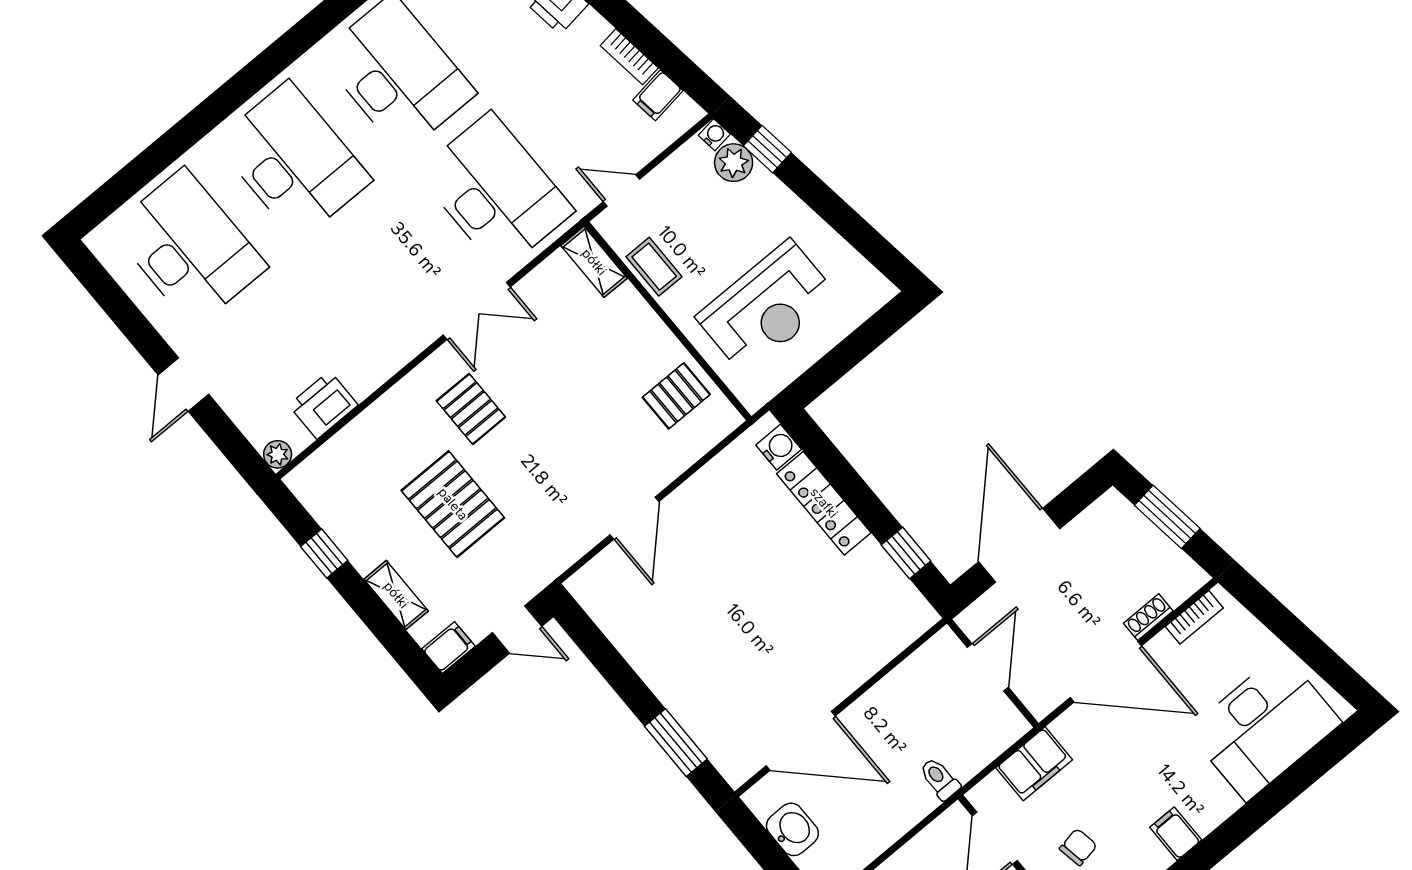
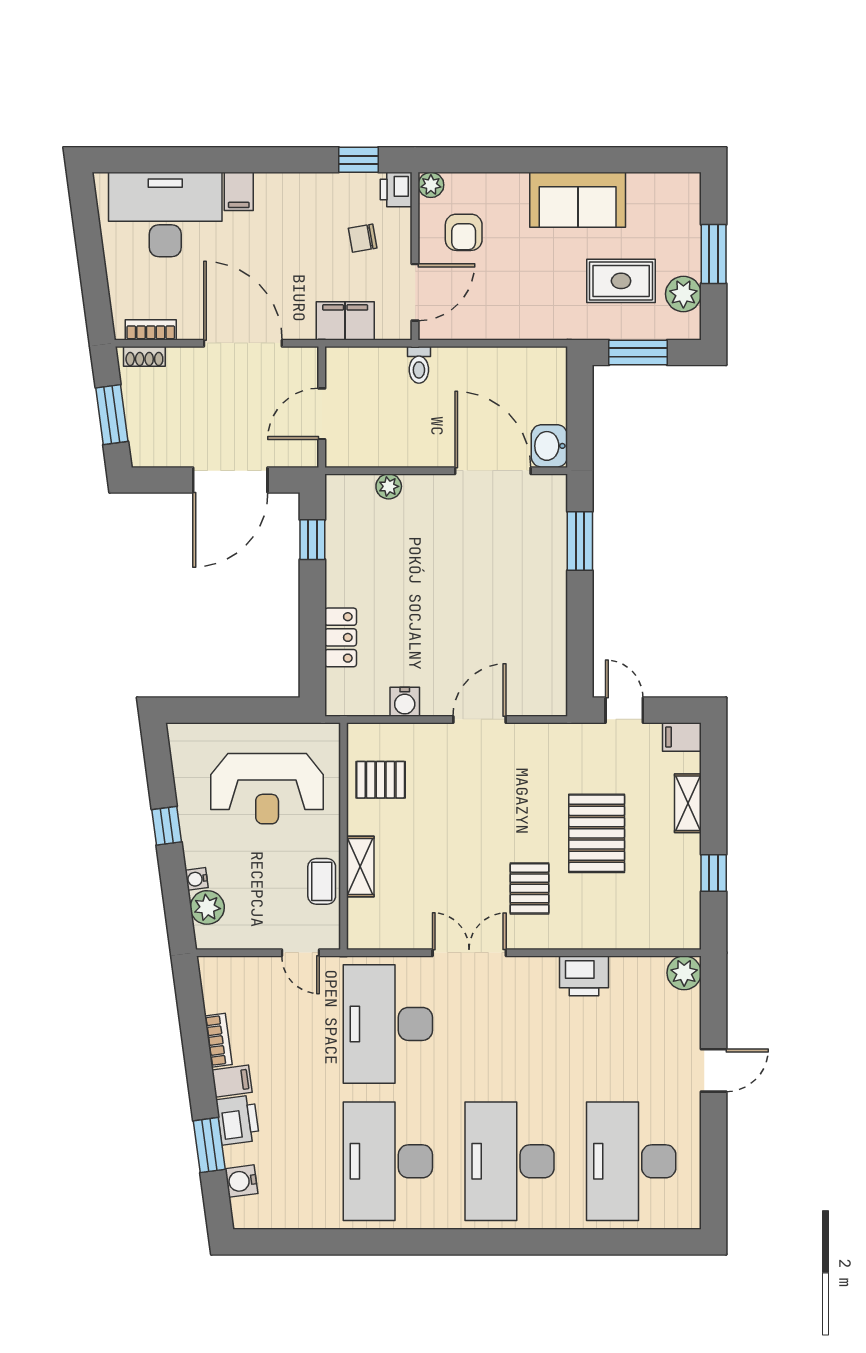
filing cabinet: (658, 95) -> (232, 1081), moved
water cooler: (714, 135) -> (197, 879), moved
window: (767, 149) -> (167, 826), moved
shelving: (594, 262) -> (360, 867), moved
reception desk: (767, 307) -> (267, 789), turned 180
printer: (323, 405) -> (584, 976), moved
water cooler: (779, 447) -> (405, 702), moved, turned -90
plant: (278, 454) -> (684, 973), width x1.38, depth x1.38
locker: (824, 503) -> (341, 637), width x0.66
shoe rack: (1148, 617) -> (144, 356), moved
plant: (879, 653) -> (389, 486), added
washbasin: (792, 829) -> (549, 446), moved
filing cabinet: (1176, 834) -> (239, 191), moved

